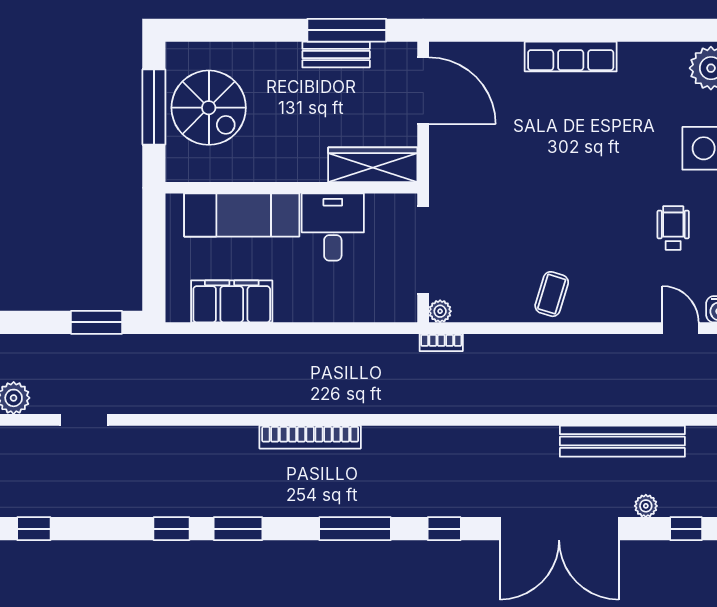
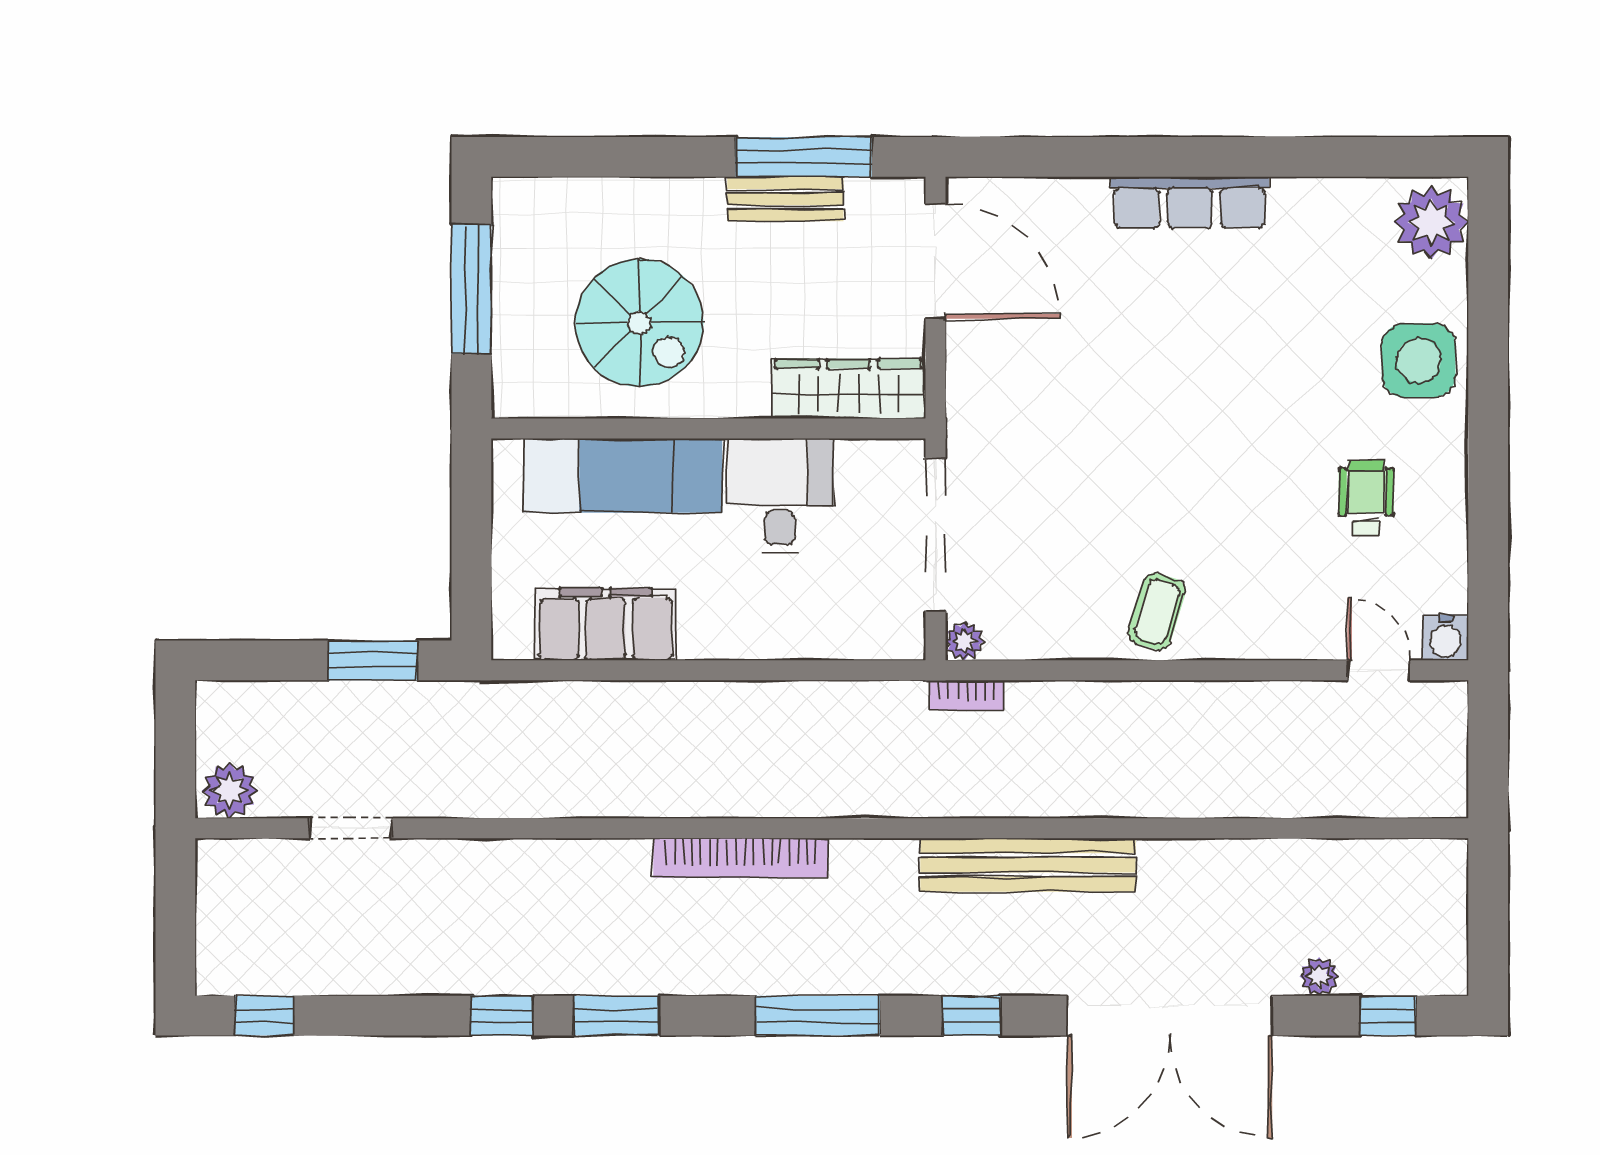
spiral stairs: (209, 108) -> (639, 323), moved
bench: (622, 441) -> (1028, 865), moved

